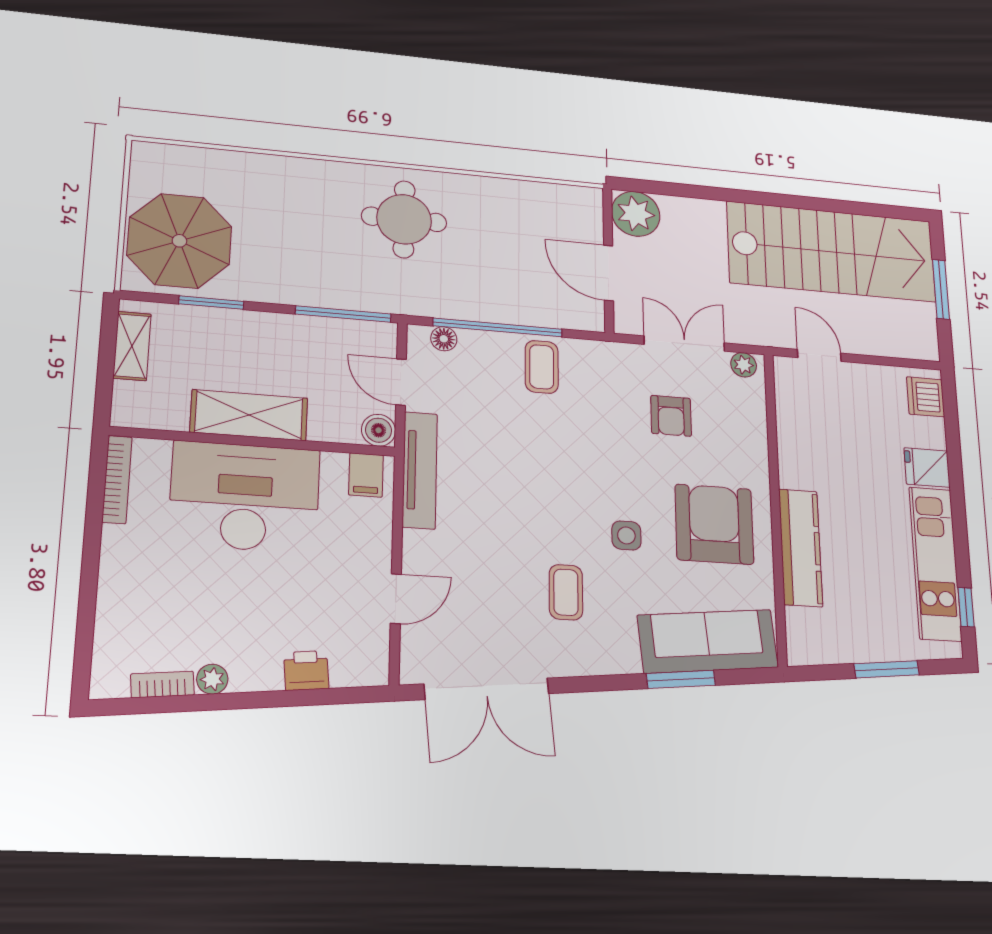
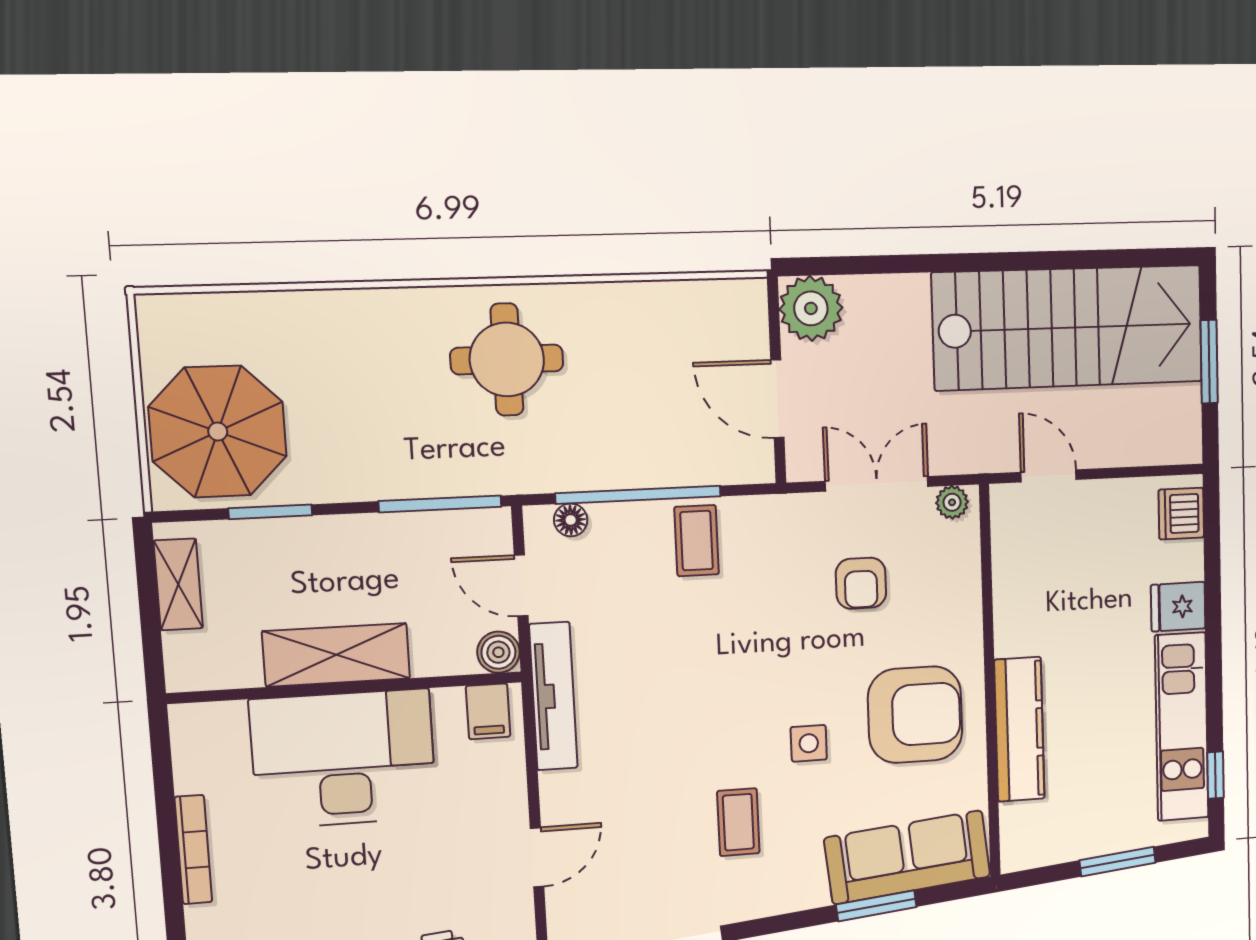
bookcase: (117, 480) -> (193, 850), moved
armchair: (714, 524) -> (915, 715), turned 90

